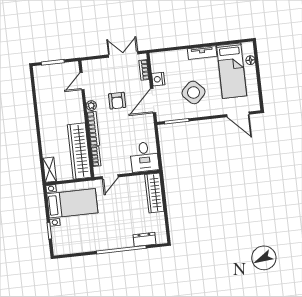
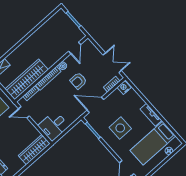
nightstand: (158, 79) -> (124, 88), moved
door: (82, 81) -> (75, 48), swing flipped
side table: (193, 92) -> (120, 128), turned 45

